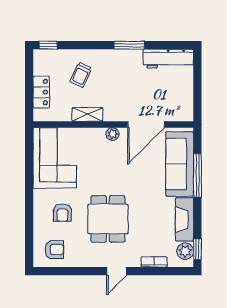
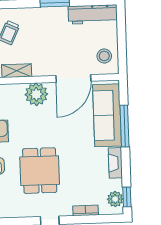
stool: (179, 102) -> (104, 56), added
plant: (113, 134) -> (36, 94), width x1.87, depth x1.87
fireplace: (184, 219) -> (115, 163), width x0.73, depth x0.76

